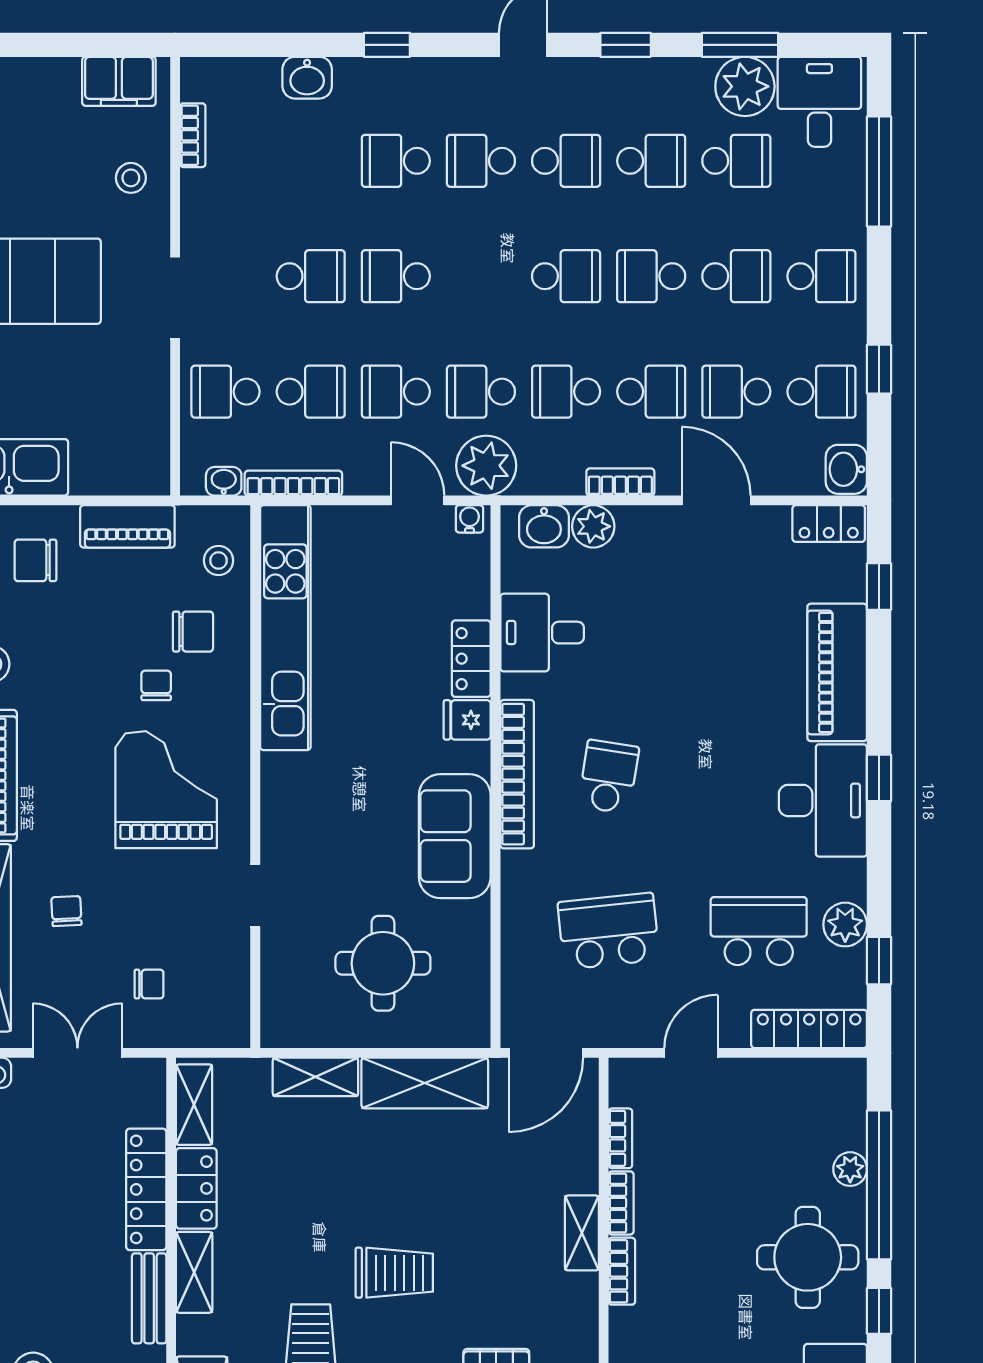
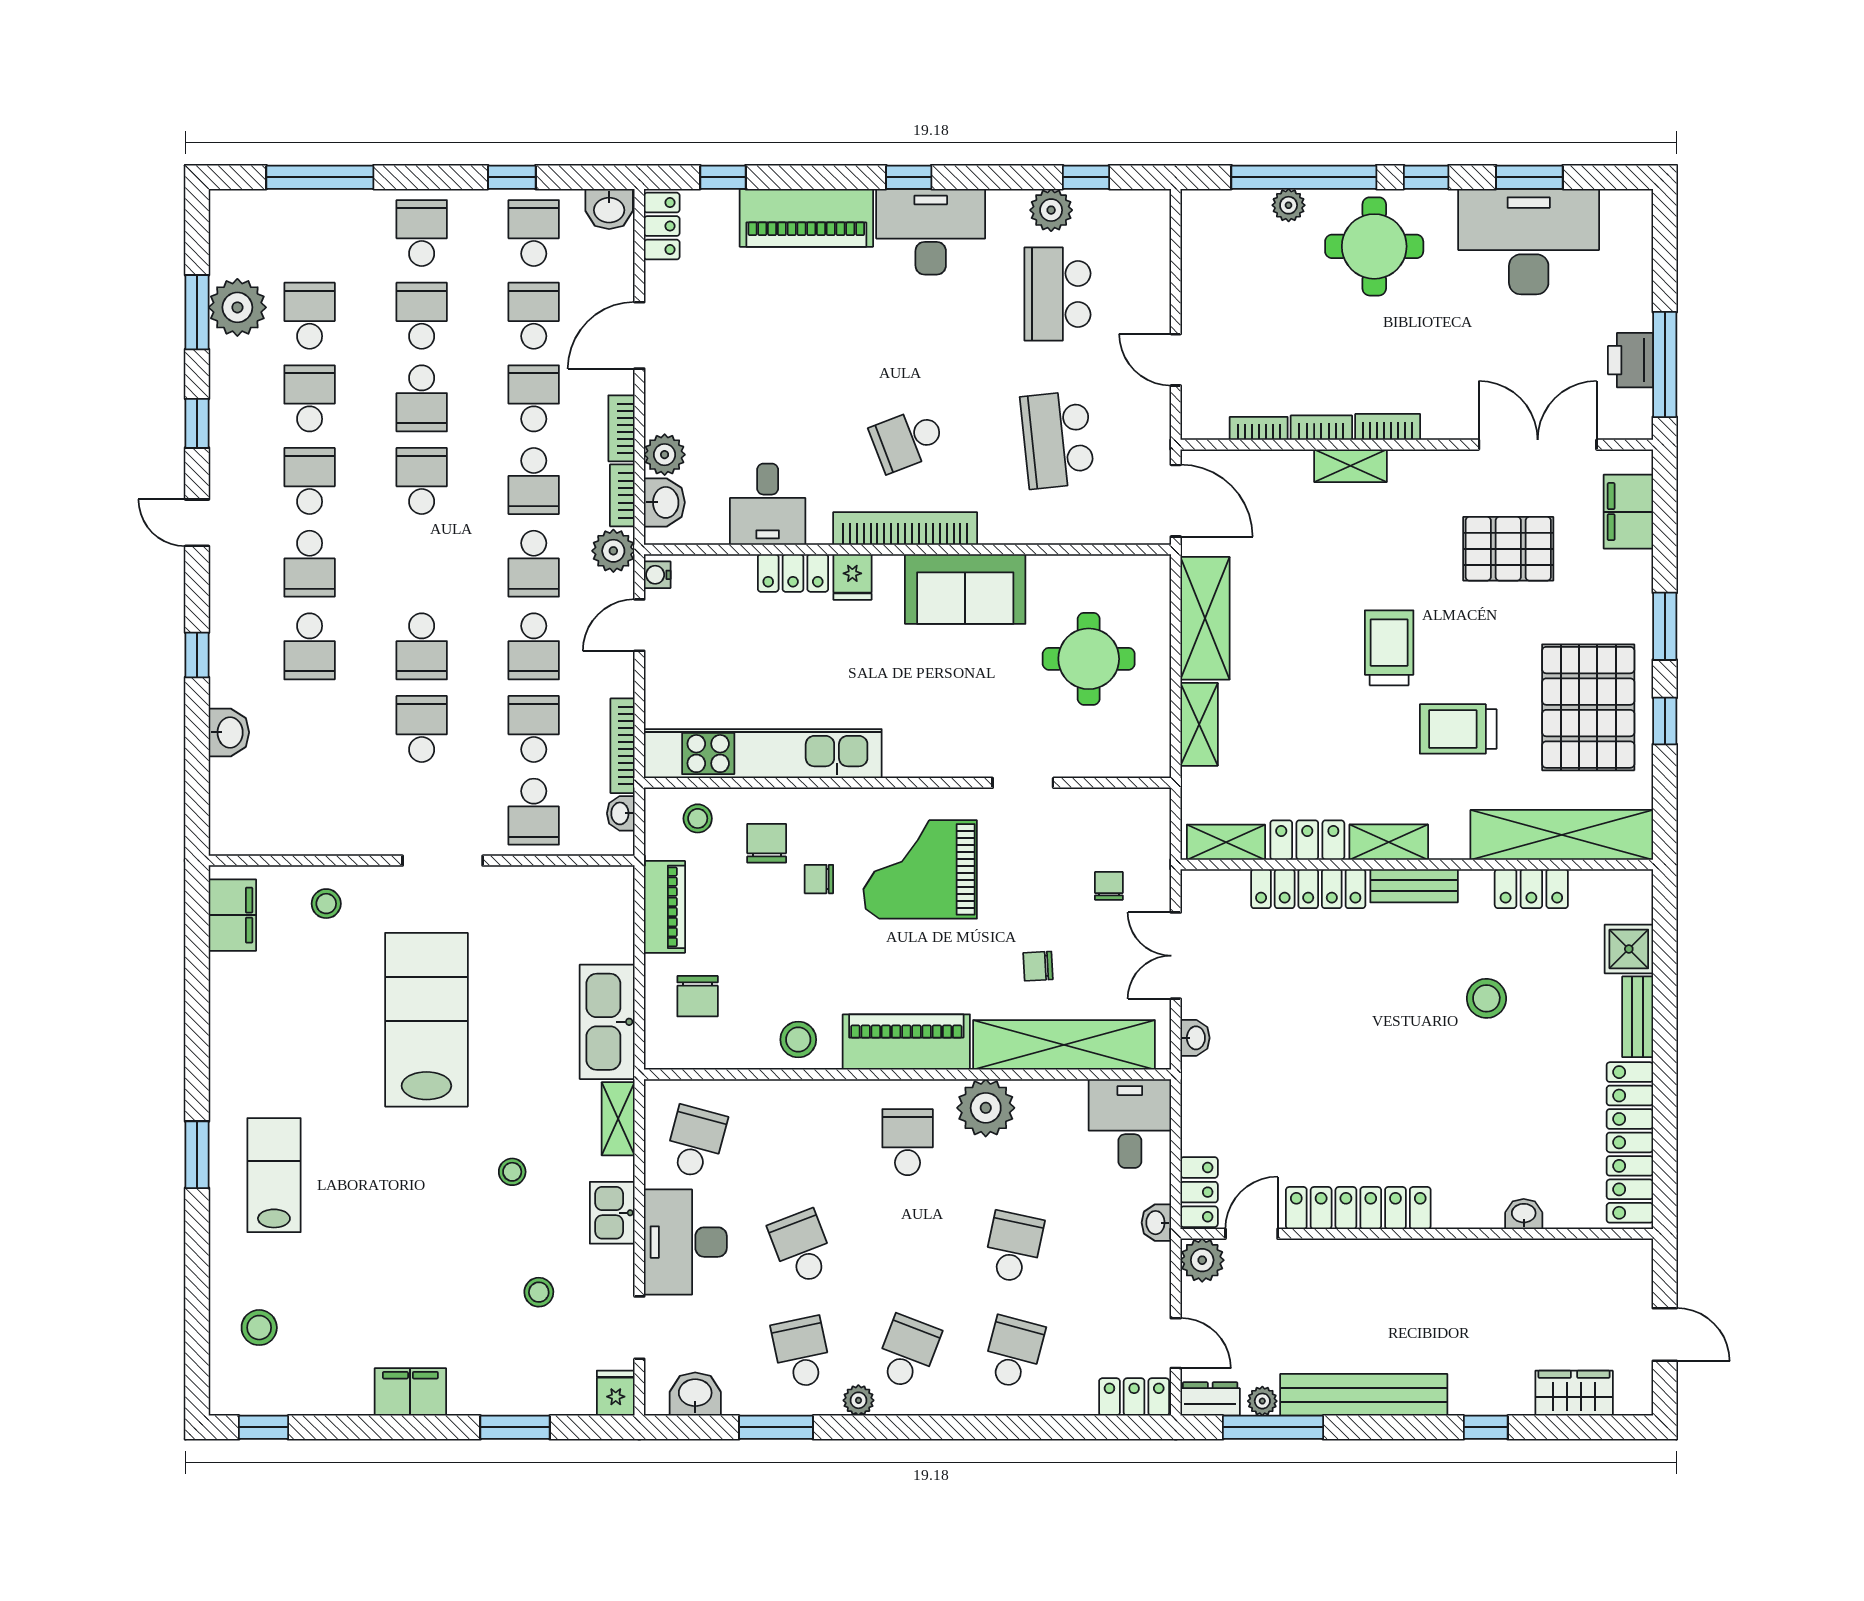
desk: (819, 102) -> (252, 235), removed
bookcase: (193, 135) -> (622, 495), moved, turned -90
school desk: (736, 392) -> (534, 316), turned 180
plant: (486, 466) -> (613, 551), width x0.73, depth x0.73
school desk: (609, 777) -> (908, 440), turned -30
locker: (809, 1029) -> (1152, 245), removed

